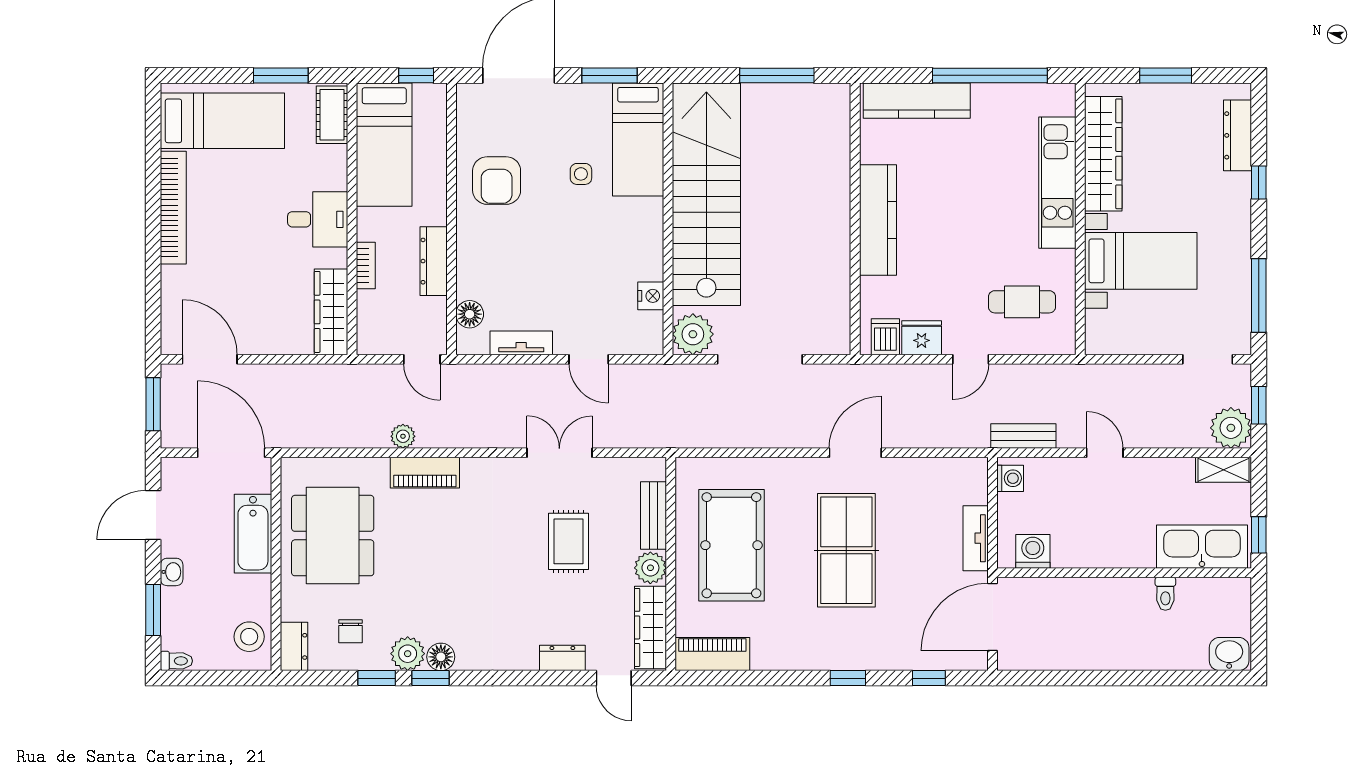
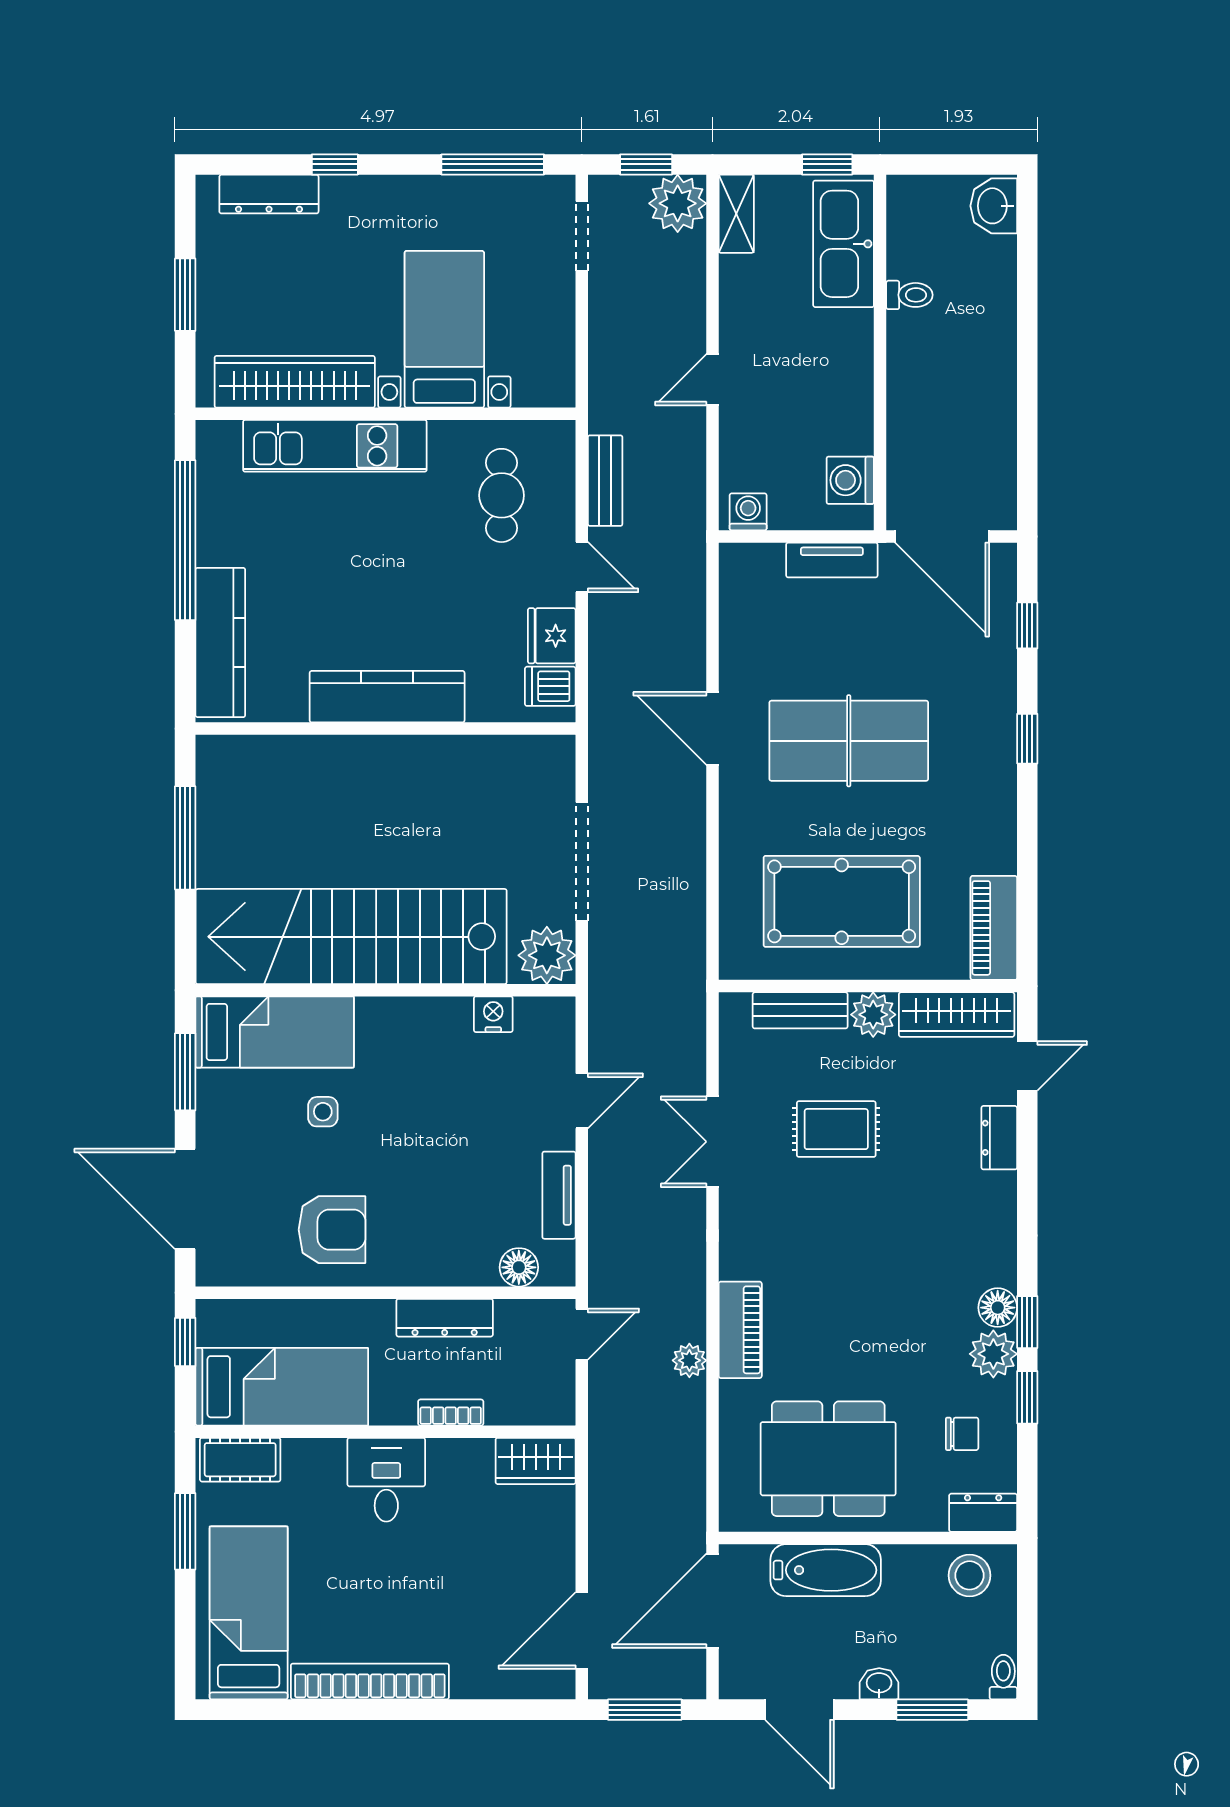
wardrobe: (331, 312) -> (536, 1461), width x0.67
bench: (1023, 436) -> (605, 481), moved

